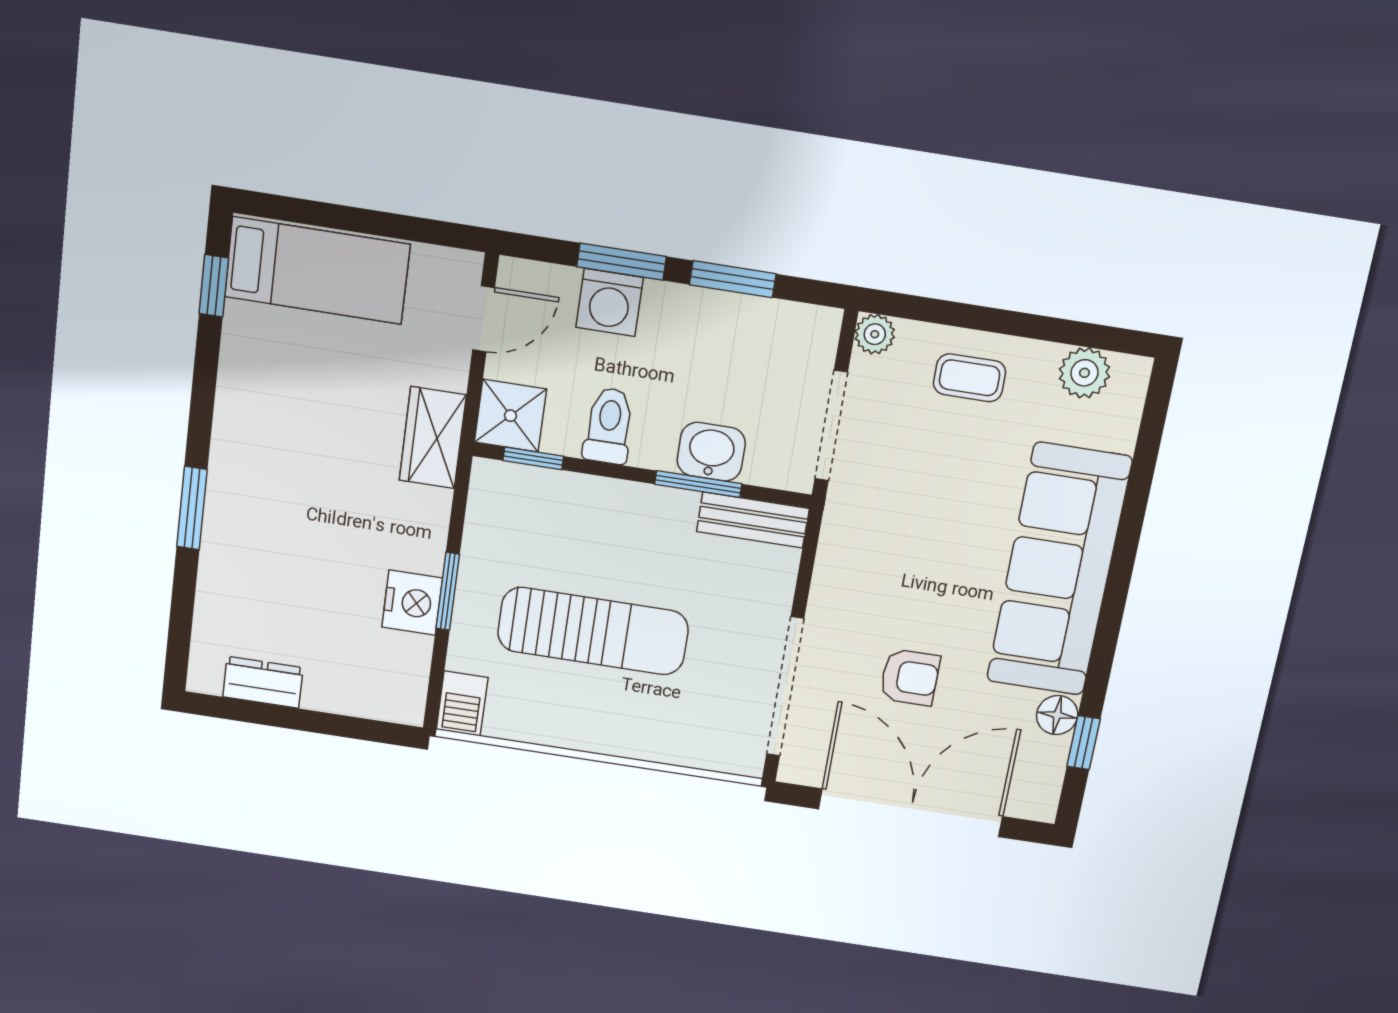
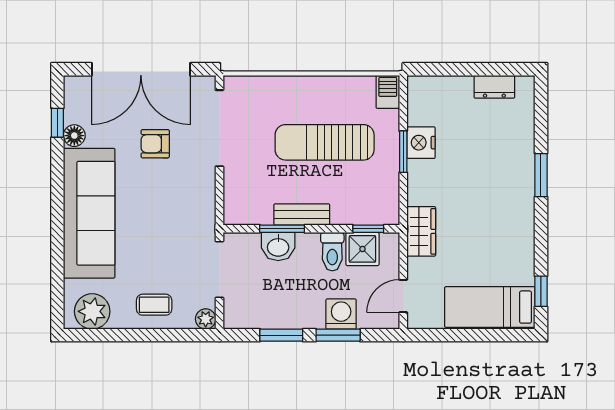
plant: (1084, 373) -> (92, 311), width x1.36, depth x1.36
shower: (510, 416) -> (362, 249), moved
bench: (753, 520) -> (302, 215), moved

